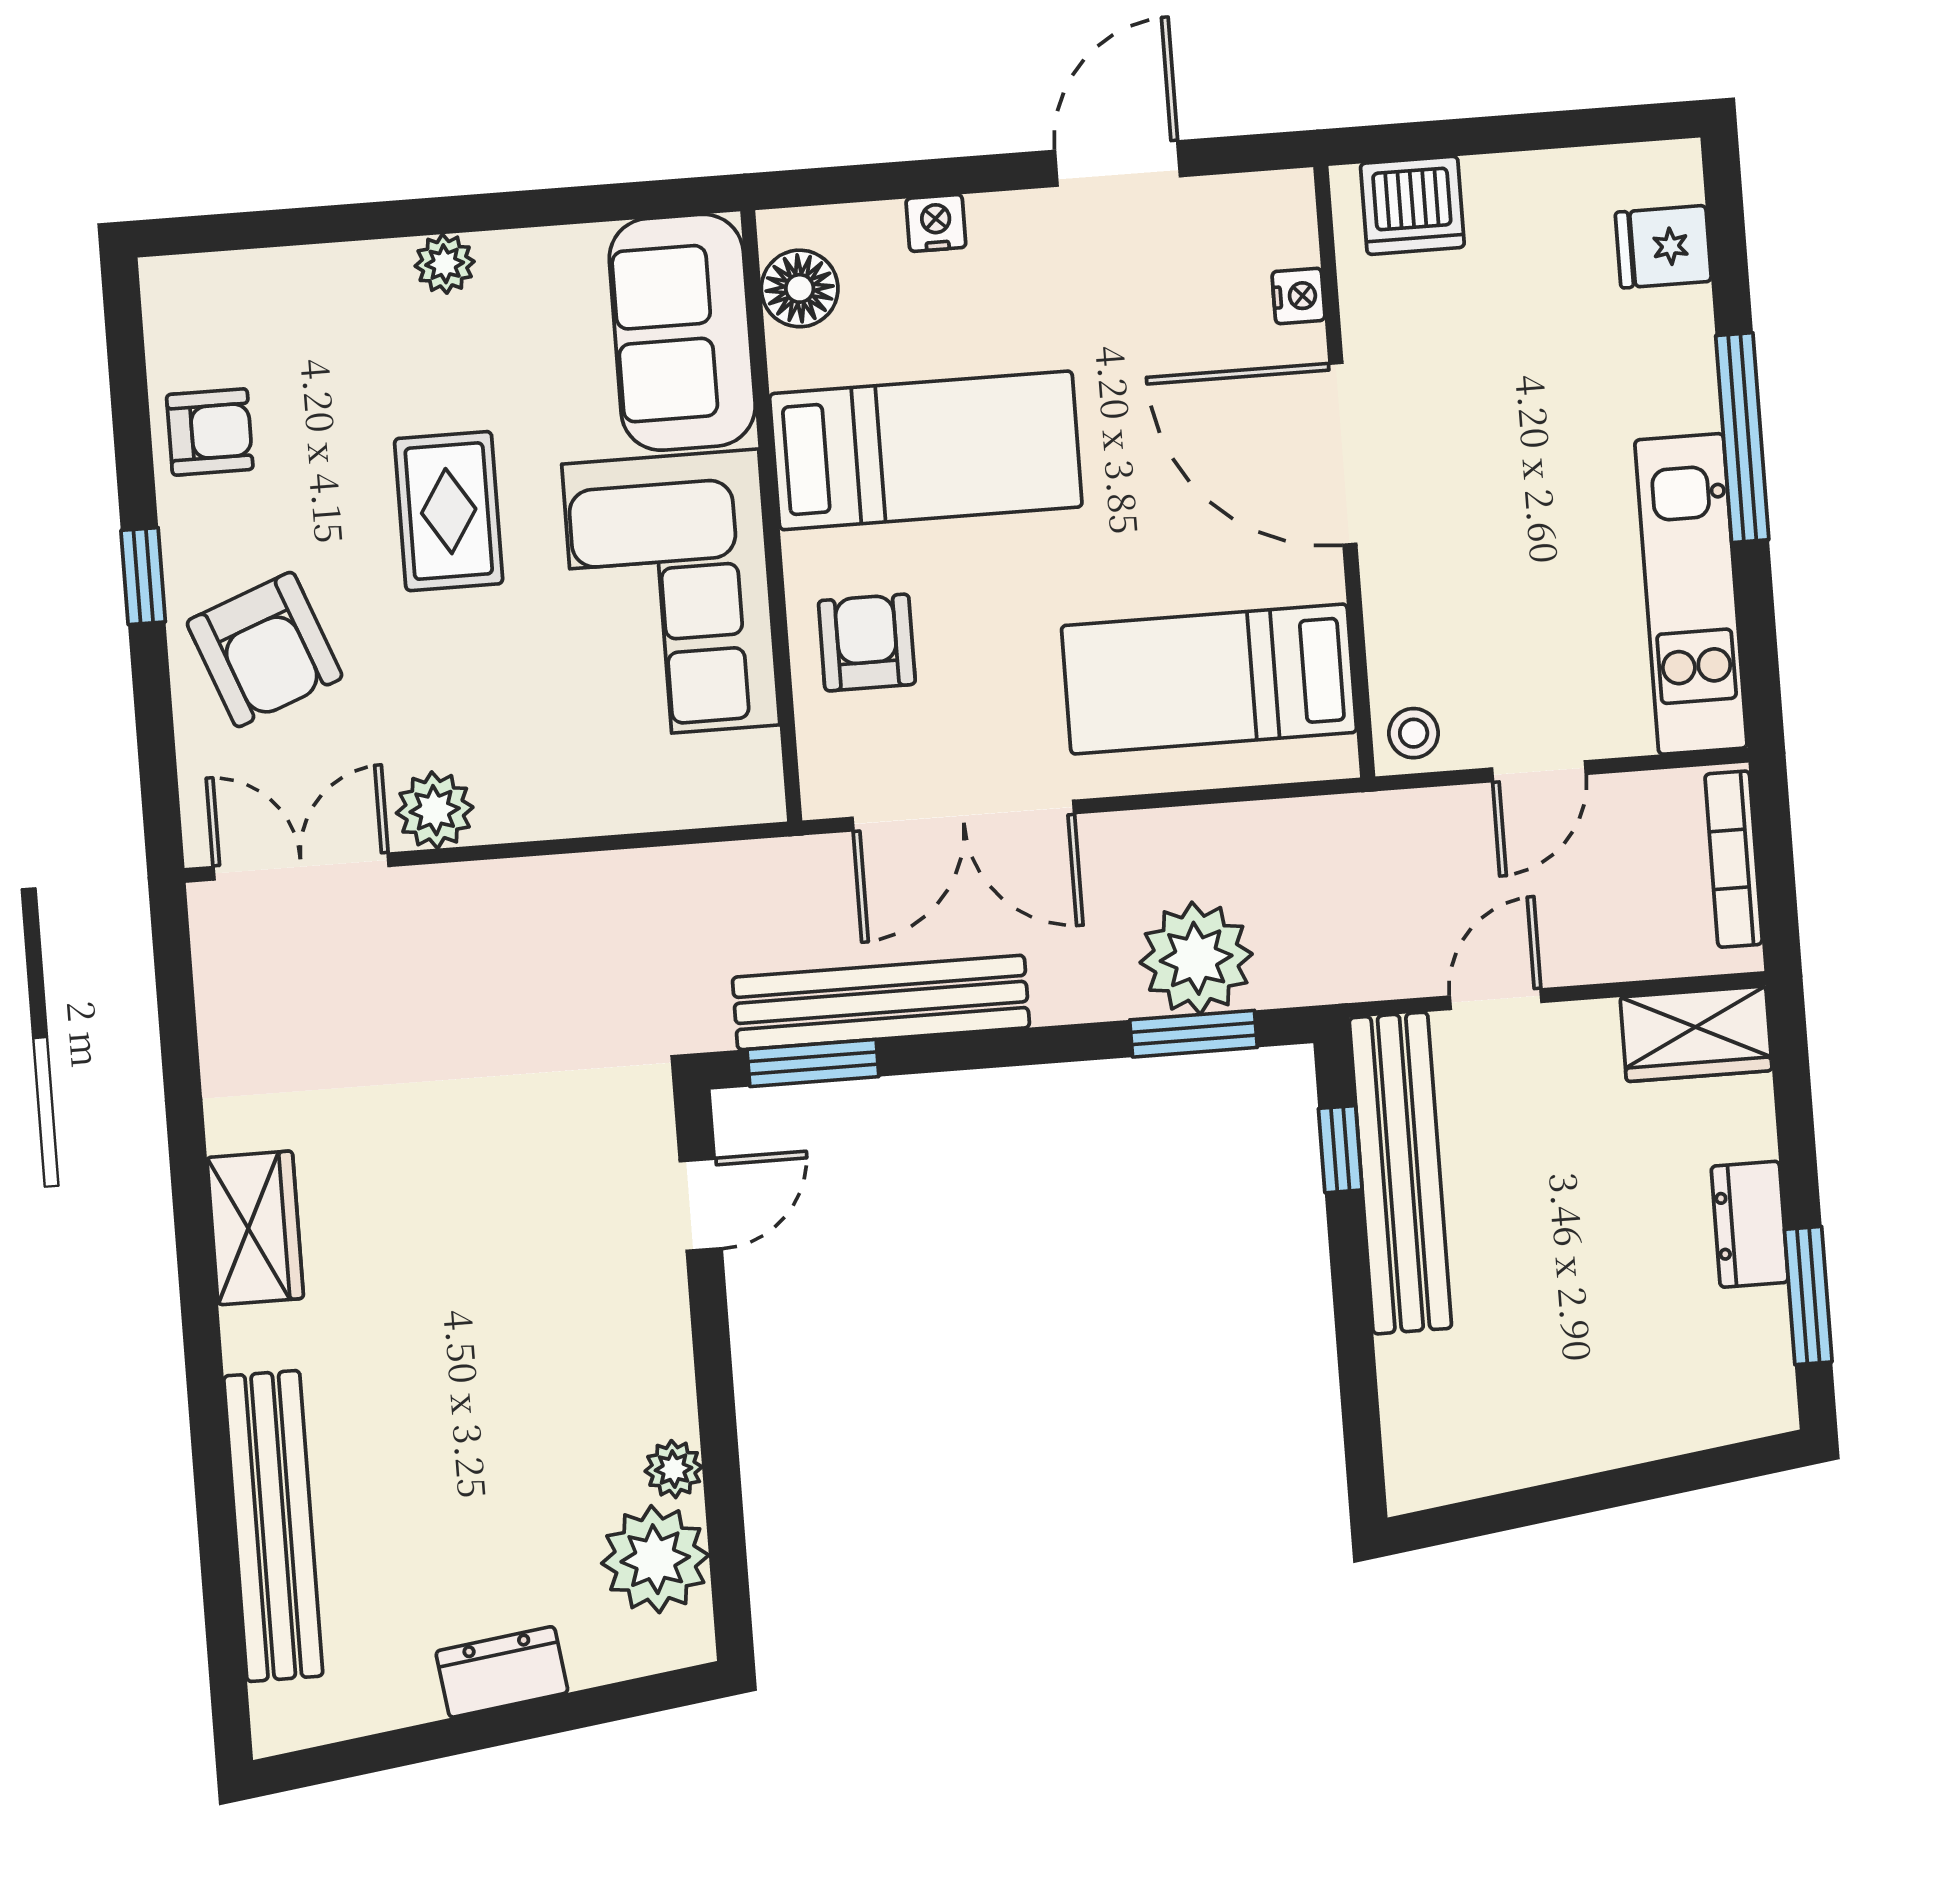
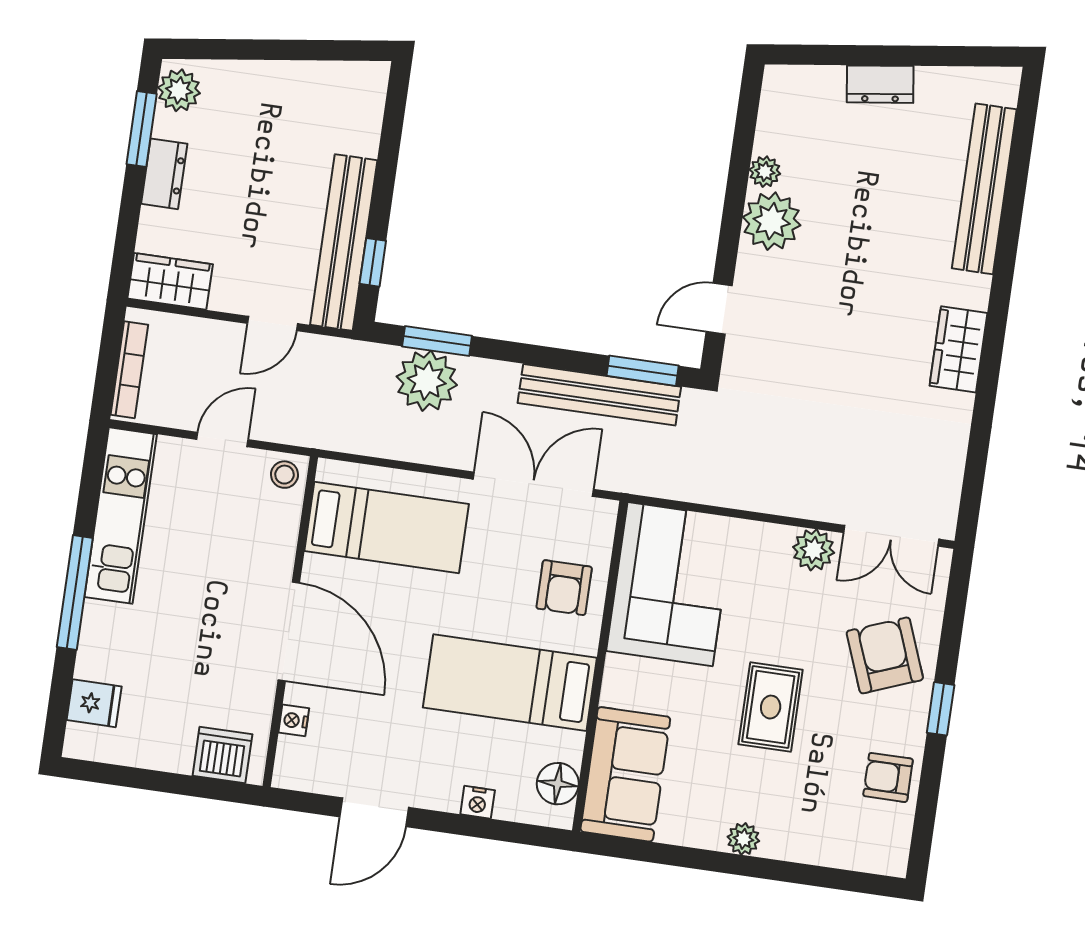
corner sofa: (671, 594) -> (670, 584), moved
plant: (1757, 1380) -> (179, 90), added
plant: (655, 1559) -> (772, 221), moved

